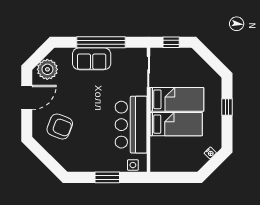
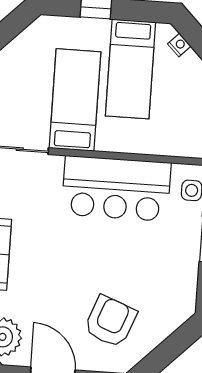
bed: (176, 124) -> (130, 69), moved, turned 180

